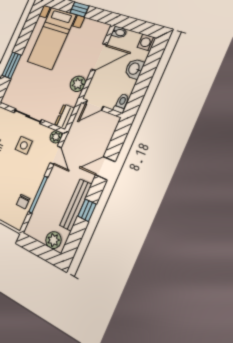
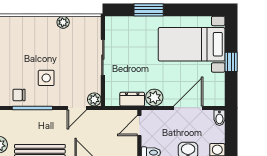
door: (99, 57) -> (188, 108), swing flipped
door: (94, 105) -> (139, 126), hinge flipped
dresser: (65, 117) -> (132, 99), moved
side table: (24, 145) -> (46, 78), moved

